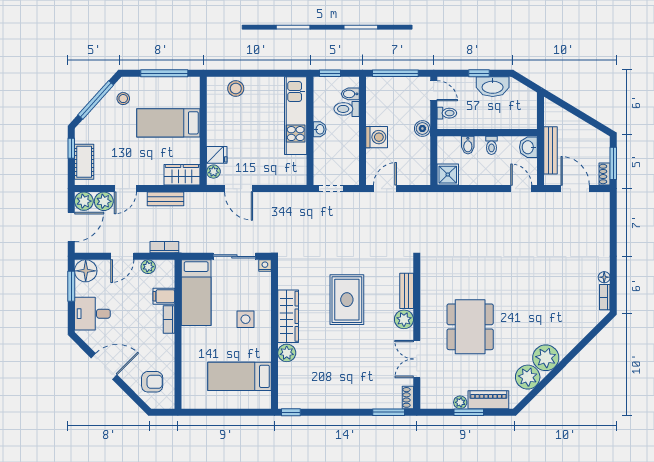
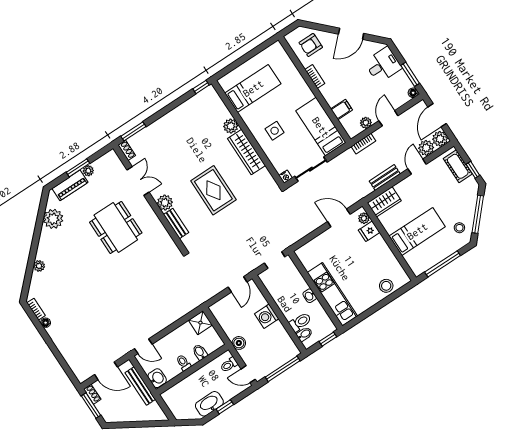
floor lamp: (86, 271) -> (413, 93), width x0.53, depth x0.53
bookcase: (169, 319) -> (315, 76), moved
plant: (546, 358) -> (39, 266), moved, width x0.53, depth x0.53

